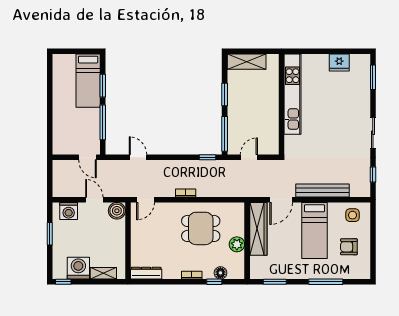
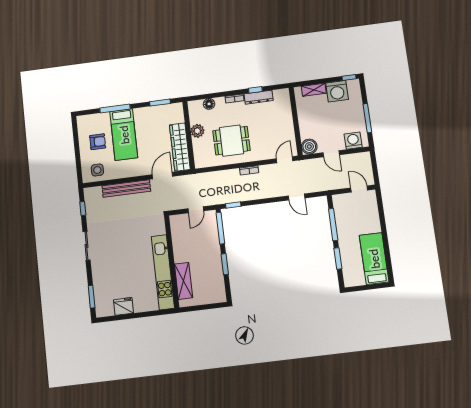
shelving: (247, 62) -> (184, 281), moved, turned 90
bed: (88, 81) -> (374, 259), moved
door: (87, 157) -> (359, 189), moved
bed: (314, 230) -> (124, 135), moved, turned 180
window: (50, 234) -> (367, 118), width x1.44
dresser: (146, 273) -> (259, 97), moved
window: (214, 282) -> (255, 90), moved

